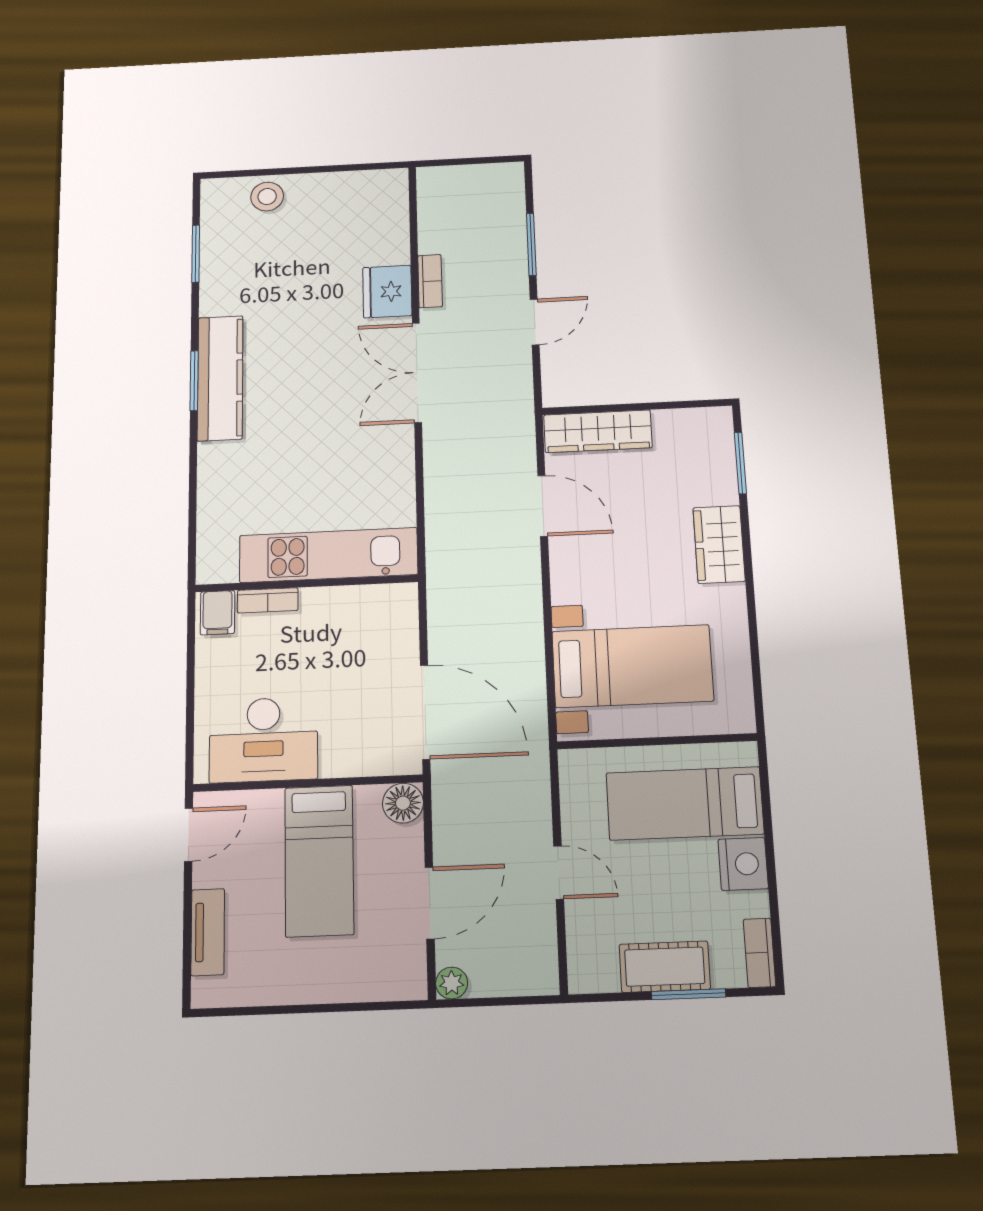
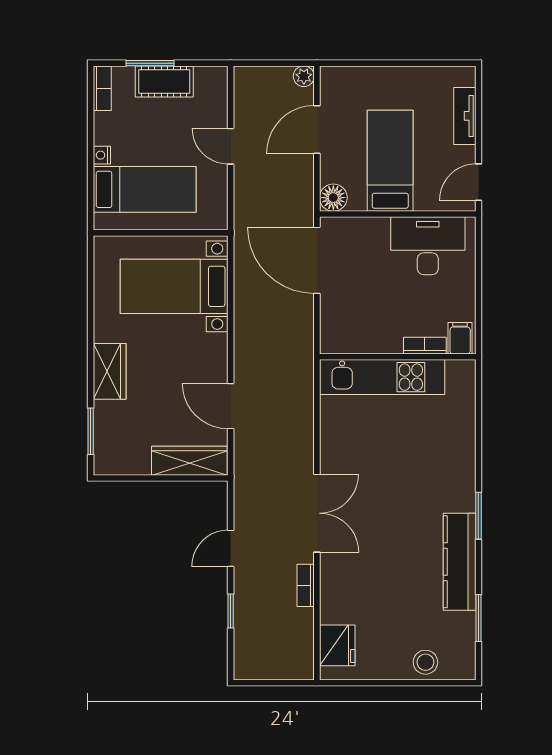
window: (531, 244) -> (231, 611), width x0.67
fridge: (387, 292) -> (337, 645), moved
kitchen counter: (220, 378) -> (460, 562), moved
nightstand: (743, 864) -> (102, 155), width x0.53, depth x0.56

